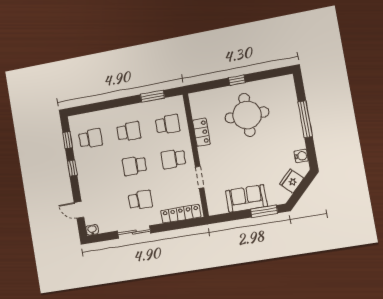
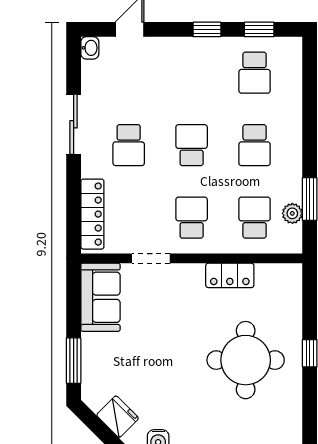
plant: (162, 104) -> (292, 213), added
school desk: (168, 124) -> (255, 218), turned 180
sofa: (246, 198) -> (100, 297), moved

